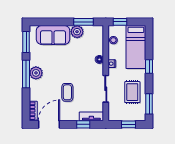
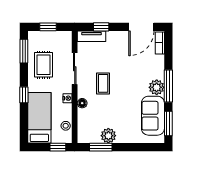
sofa: (53, 35) -> (153, 116), moved, turned -90
coffee table: (67, 92) -> (103, 83), moved

